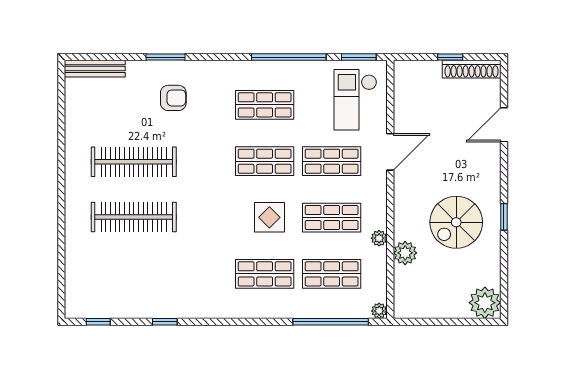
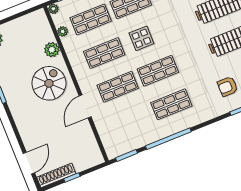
checkout: (355, 100) -> (118, 129), removed
door: (504, 125) -> (29, 163), moved
spiral stairs: (456, 222) -> (49, 83), moved
plant: (379, 238) -> (63, 31), moved

